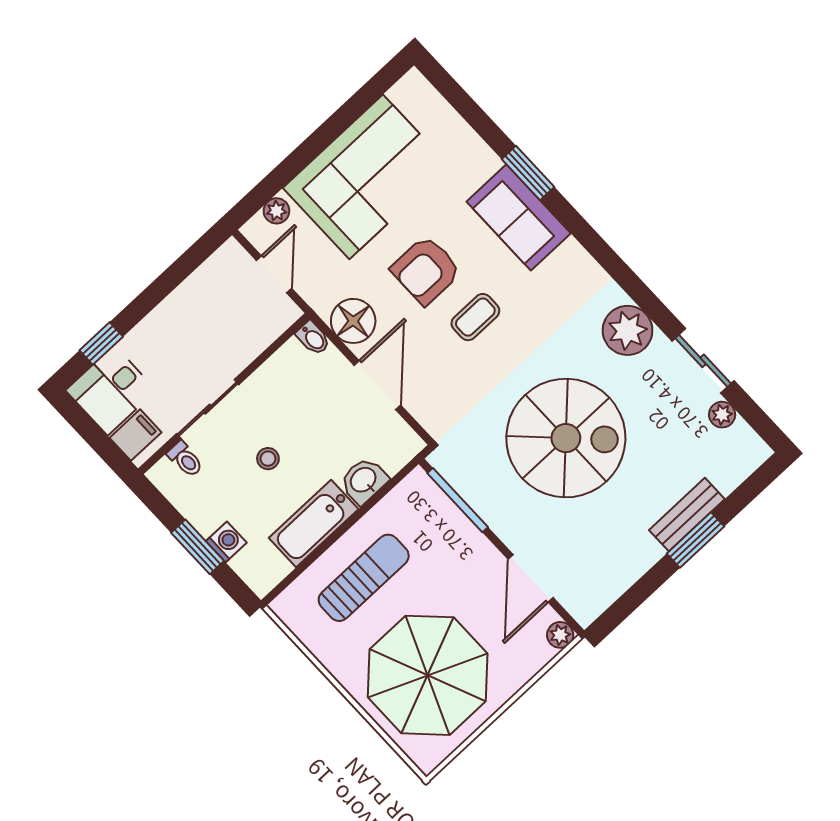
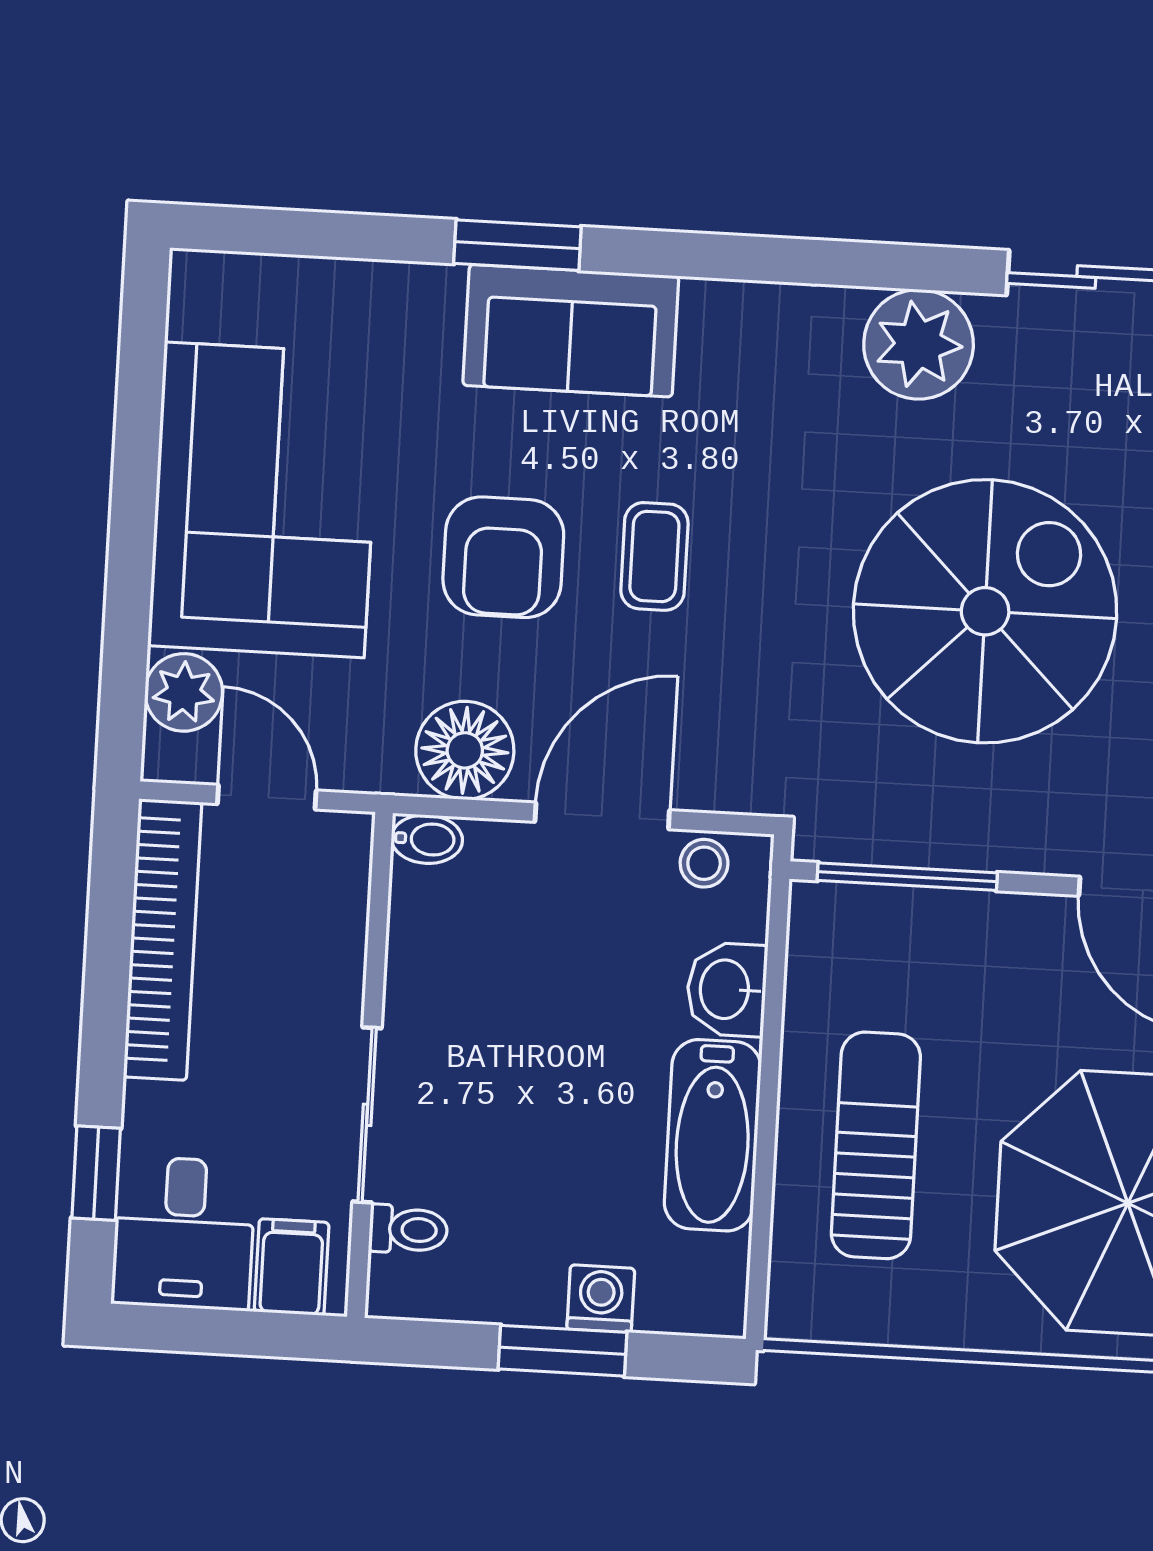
plant: (276, 211) -> (184, 692), width x1.38, depth x1.38
bookcase: (196, 288) -> (163, 940), added
door: (377, 385) -> (602, 816), hinge flipped
stool: (268, 459) -> (704, 863), moved

